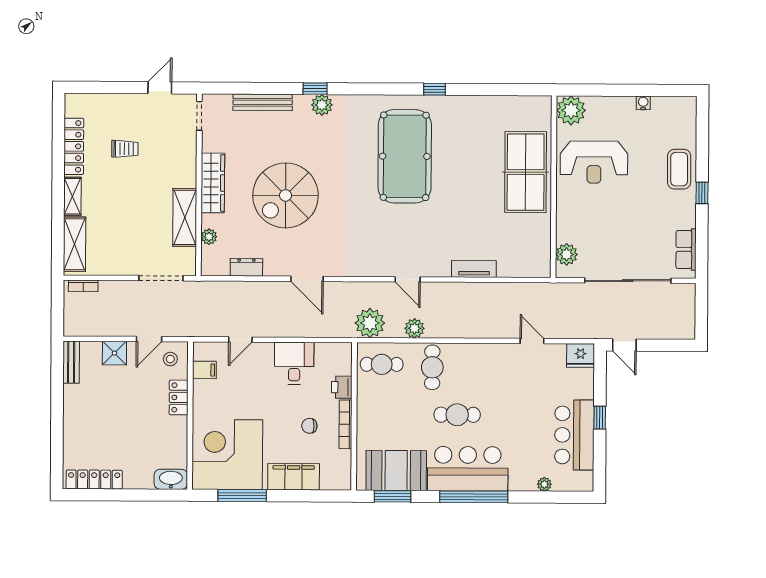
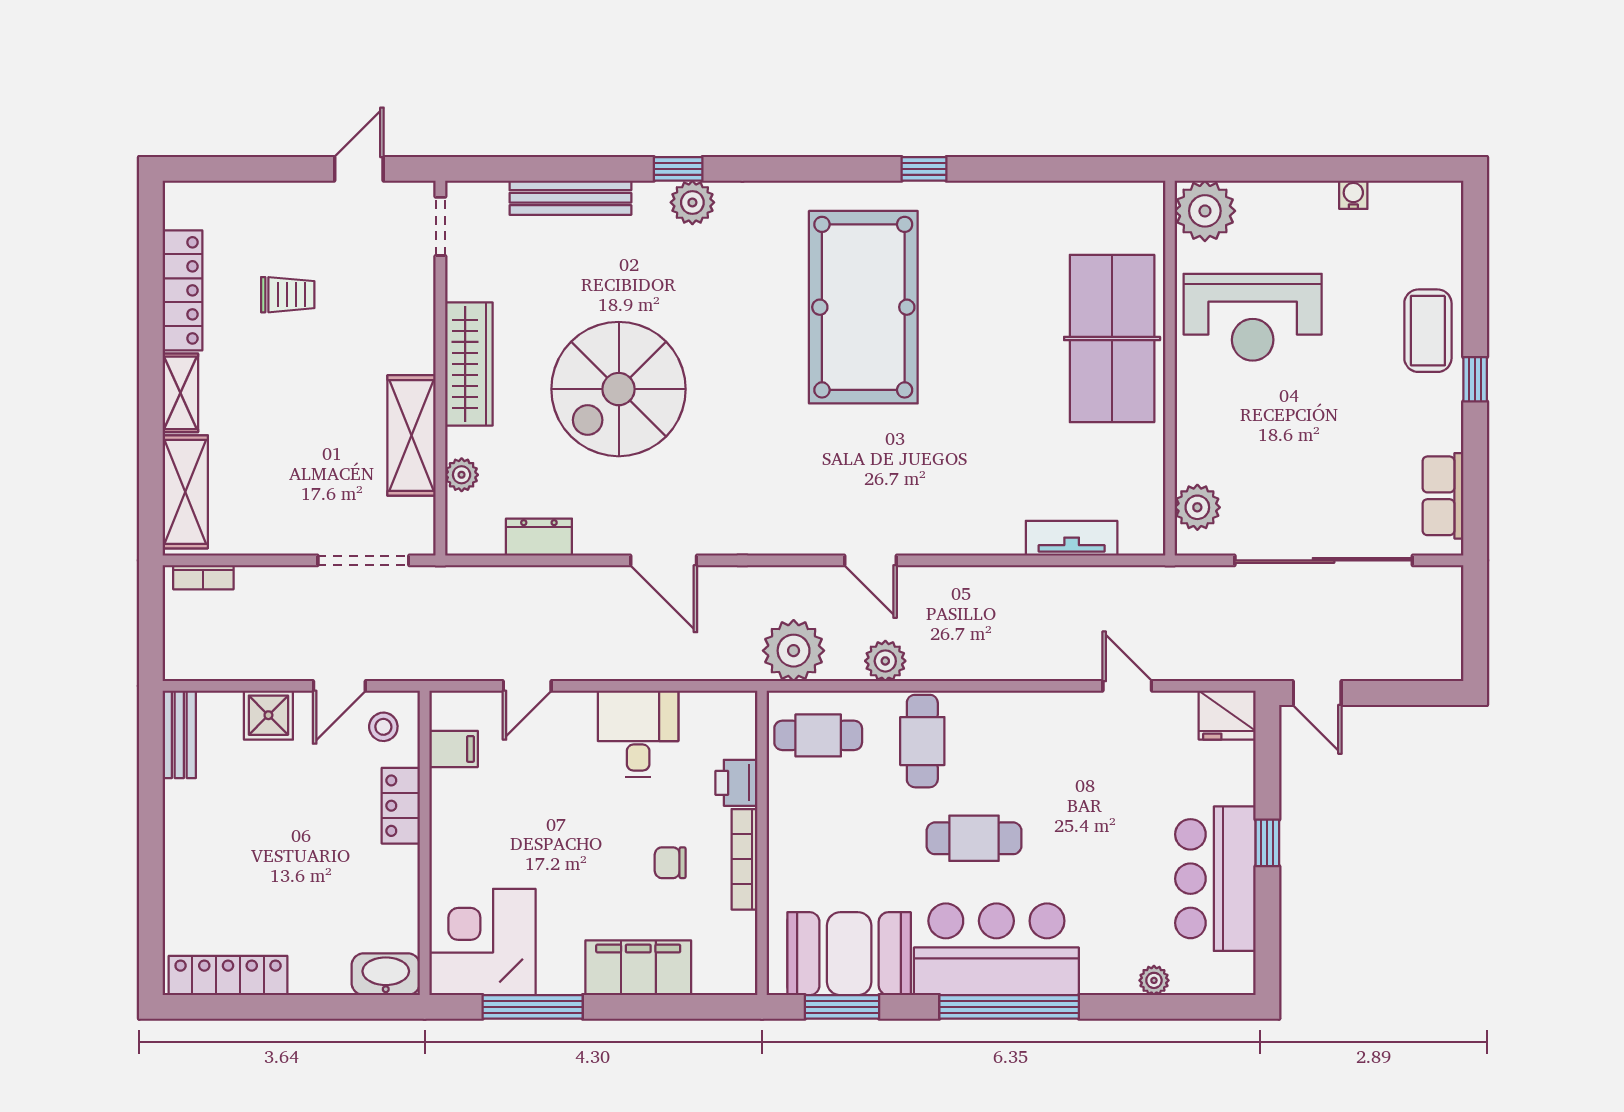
tv unit: (474, 269) -> (1072, 538), moved
corner desk: (227, 455) -> (482, 942), width x0.74, depth x0.74

